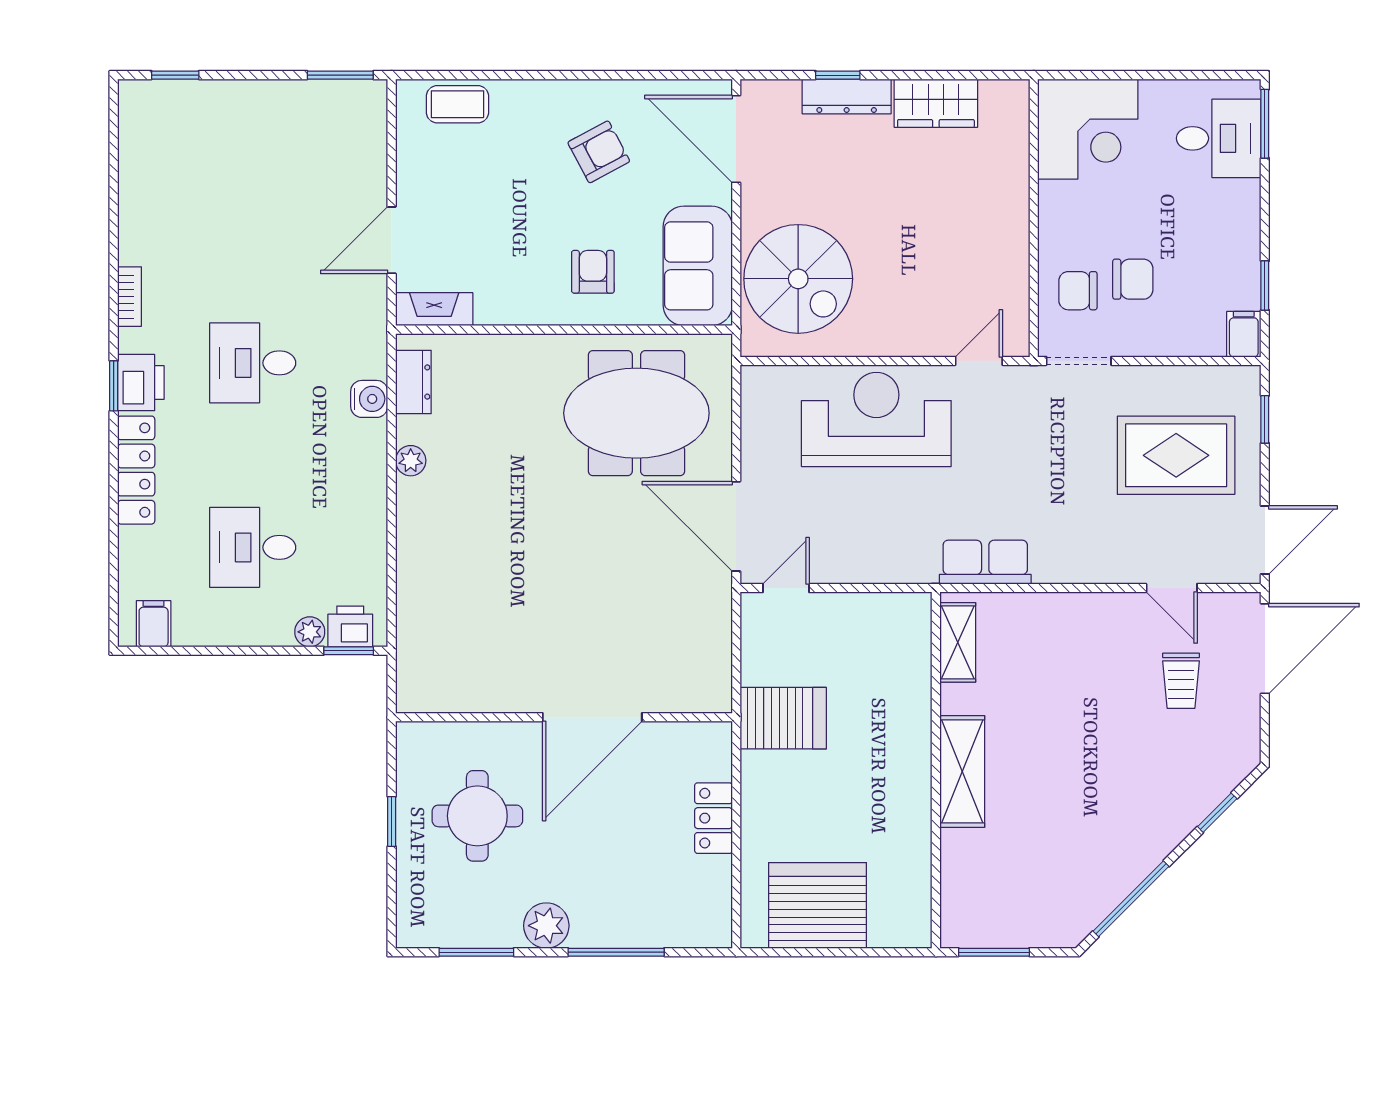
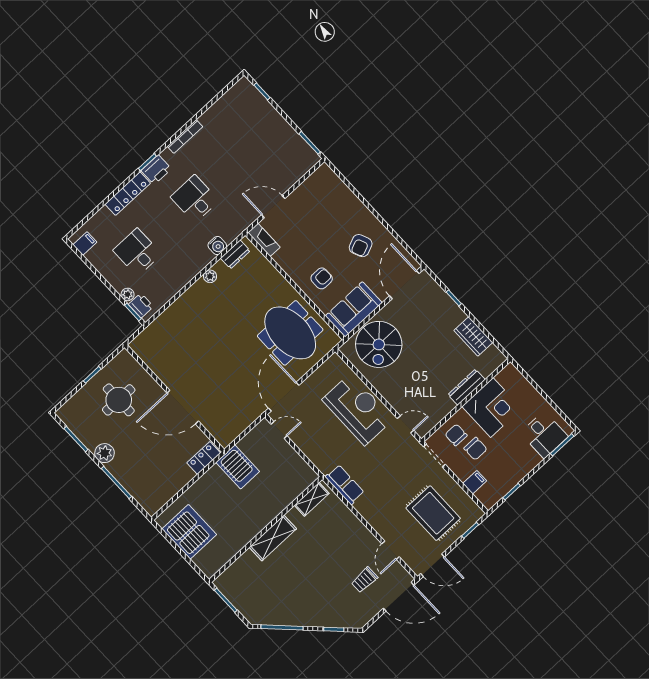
dresser: (847, 96) -> (467, 387), moved, turned 90
coffee table: (457, 104) -> (335, 188), removed
corner desk: (1088, 129) -> (492, 407), moved, turned -90
armchair: (599, 152) -> (361, 246), turned 95
bookcase: (129, 297) -> (185, 136), width x1.56
filing cabinet: (1244, 334) -> (475, 482), moved
locker: (713, 818) -> (204, 458), moved

